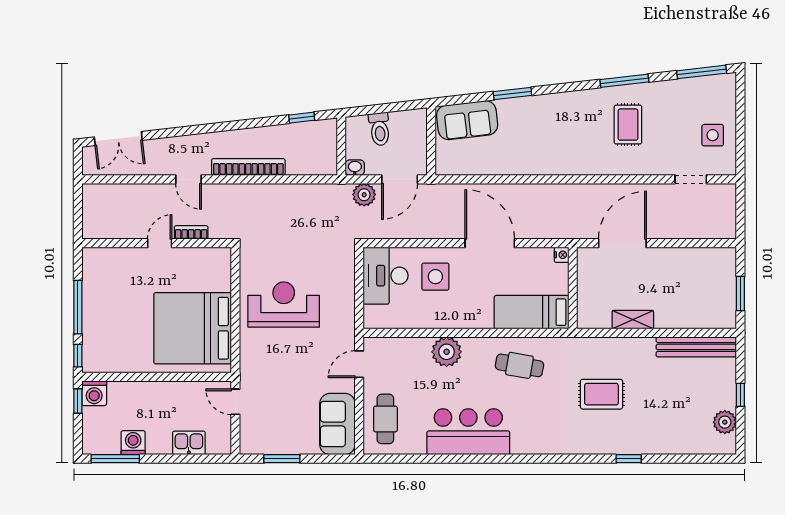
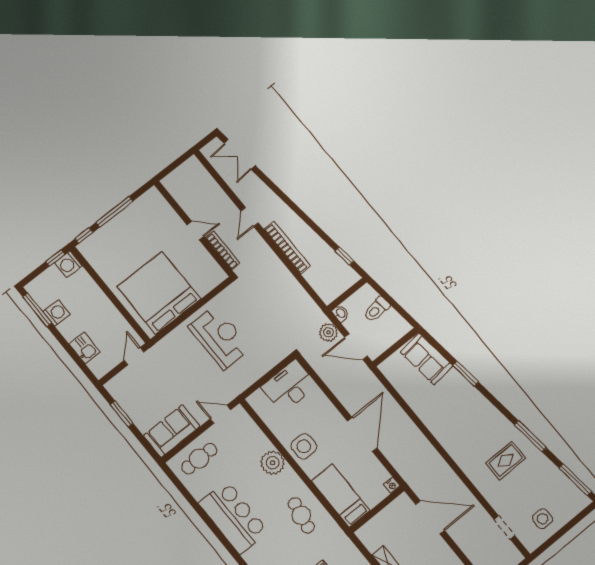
bookcase: (191, 232) -> (223, 250), width x1.56
side table: (435, 277) -> (304, 446), moved

